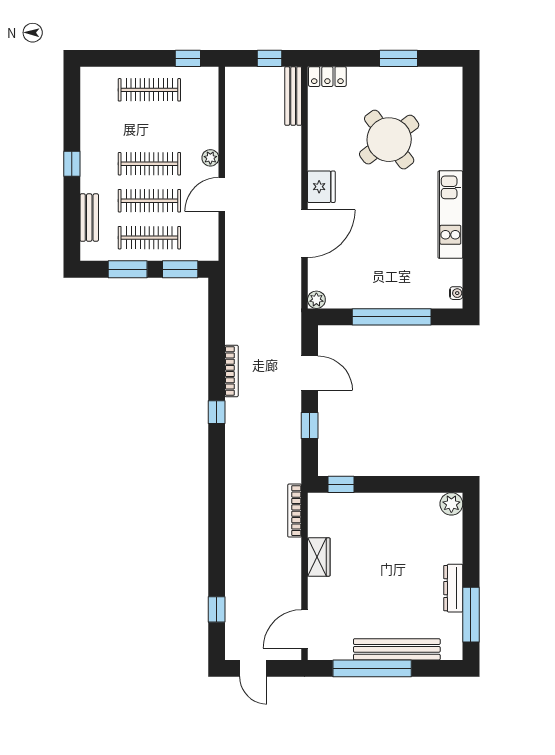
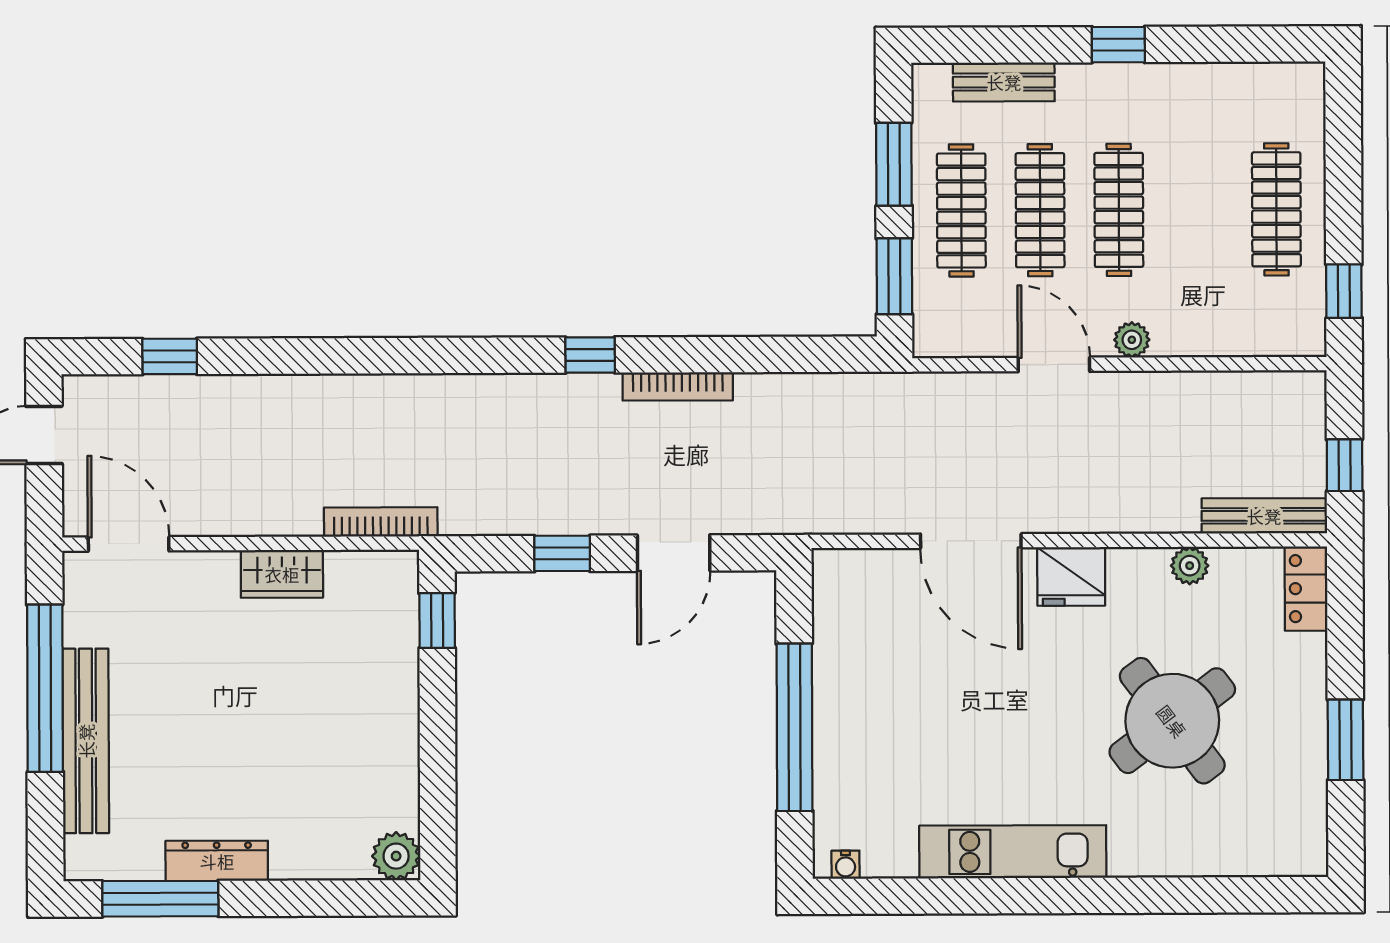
plant: (316, 300) -> (1190, 566), moved

